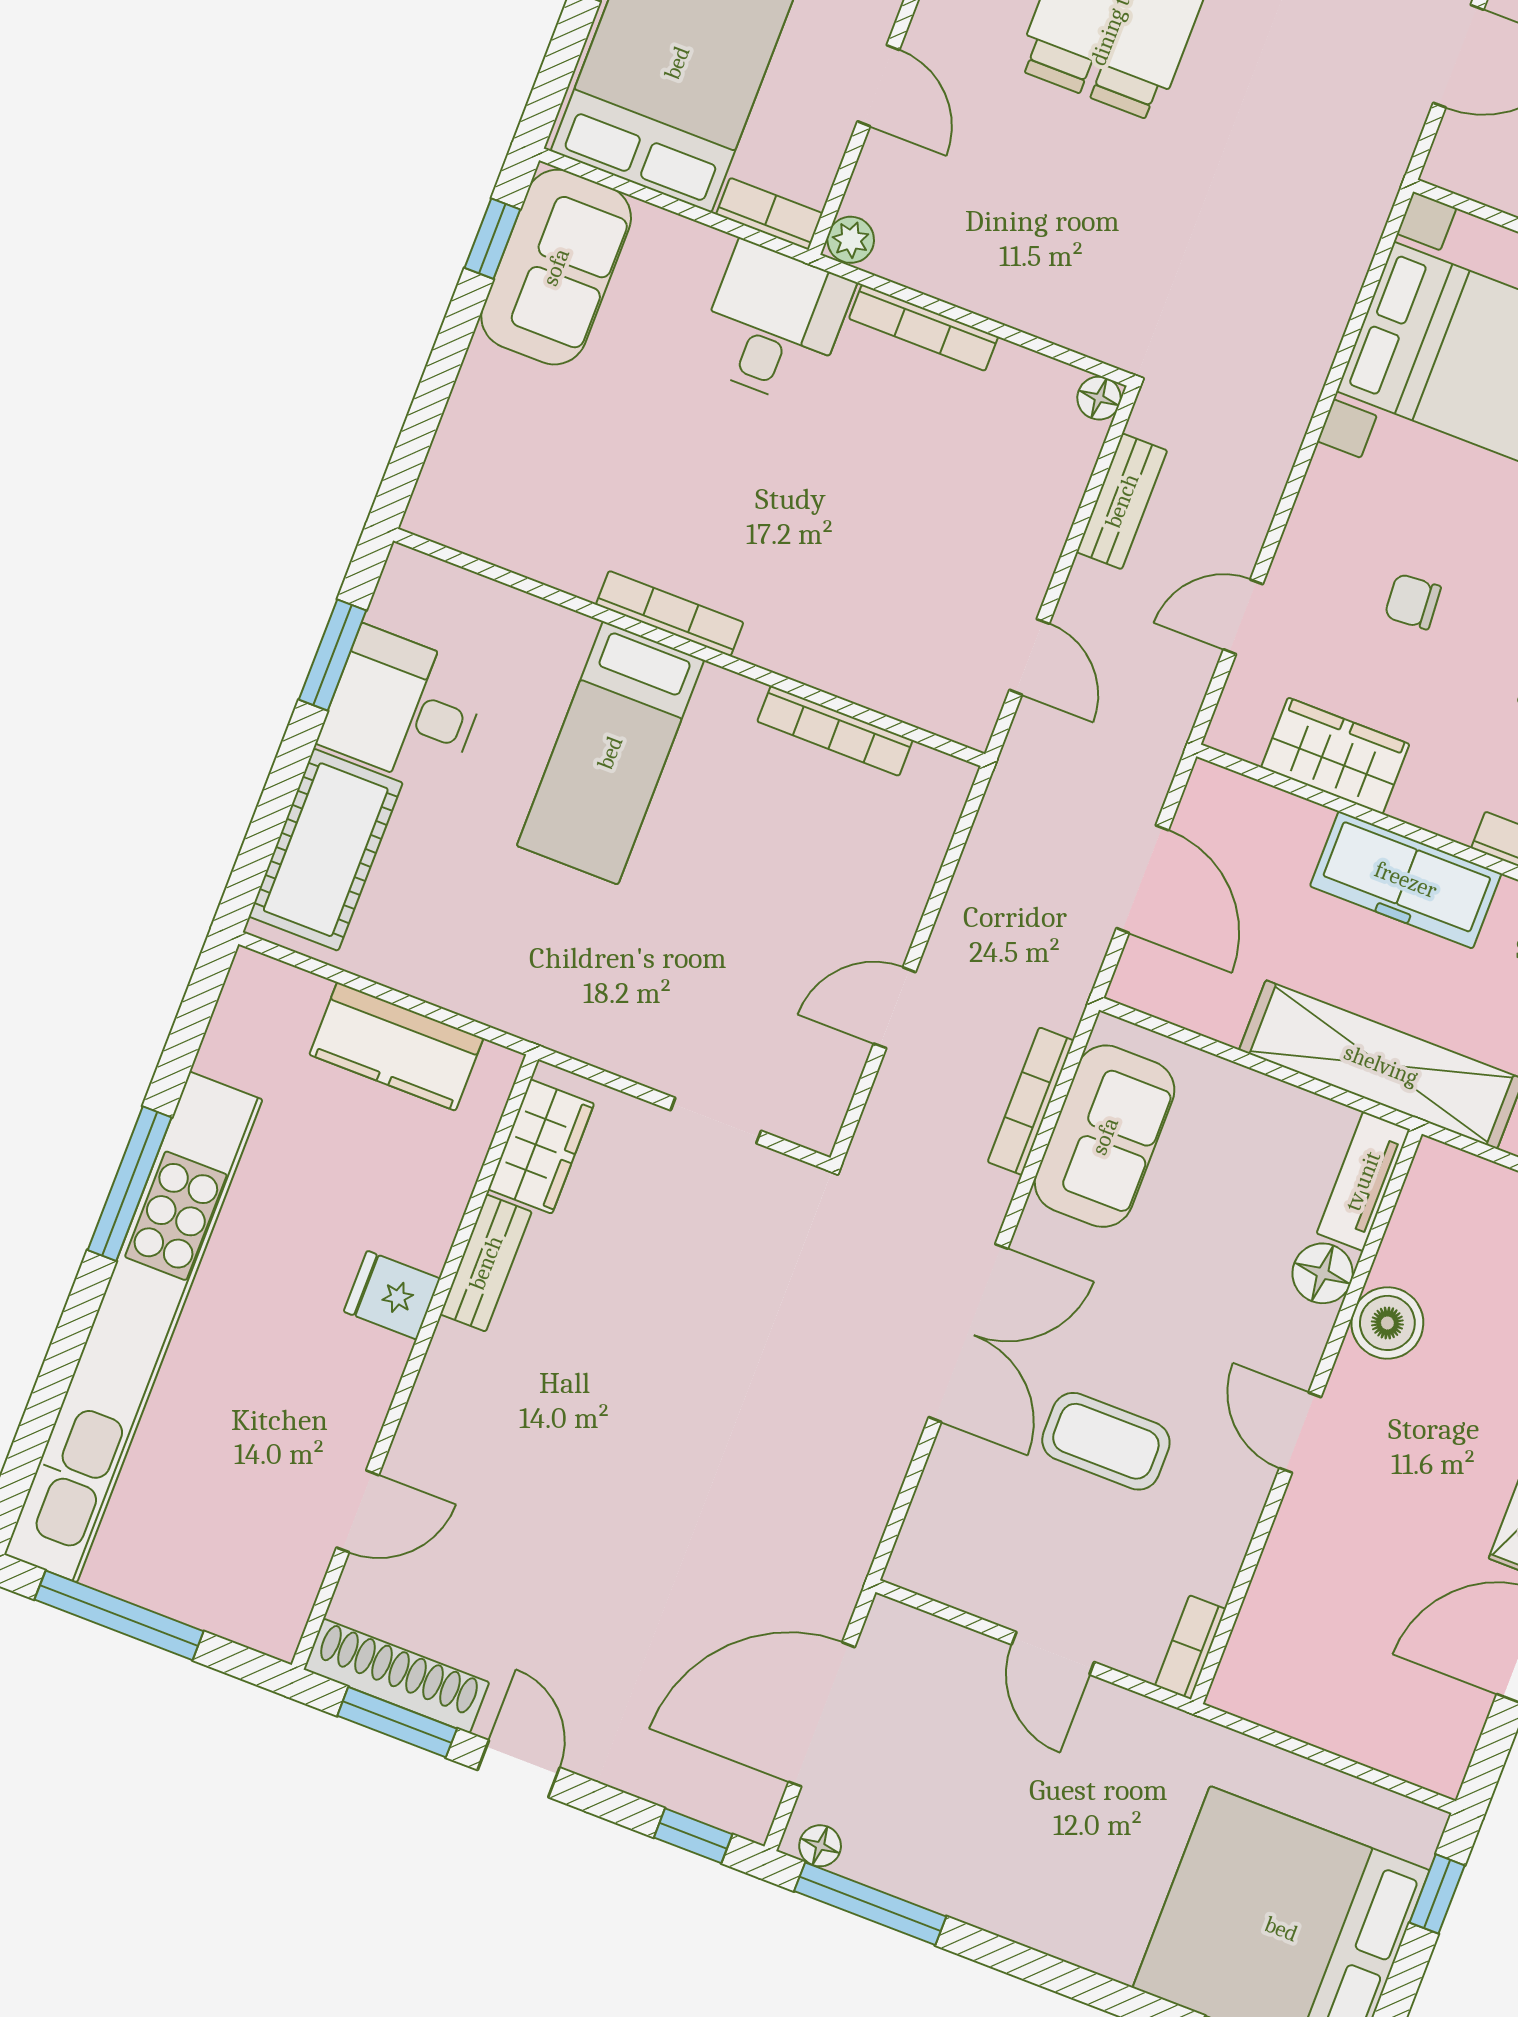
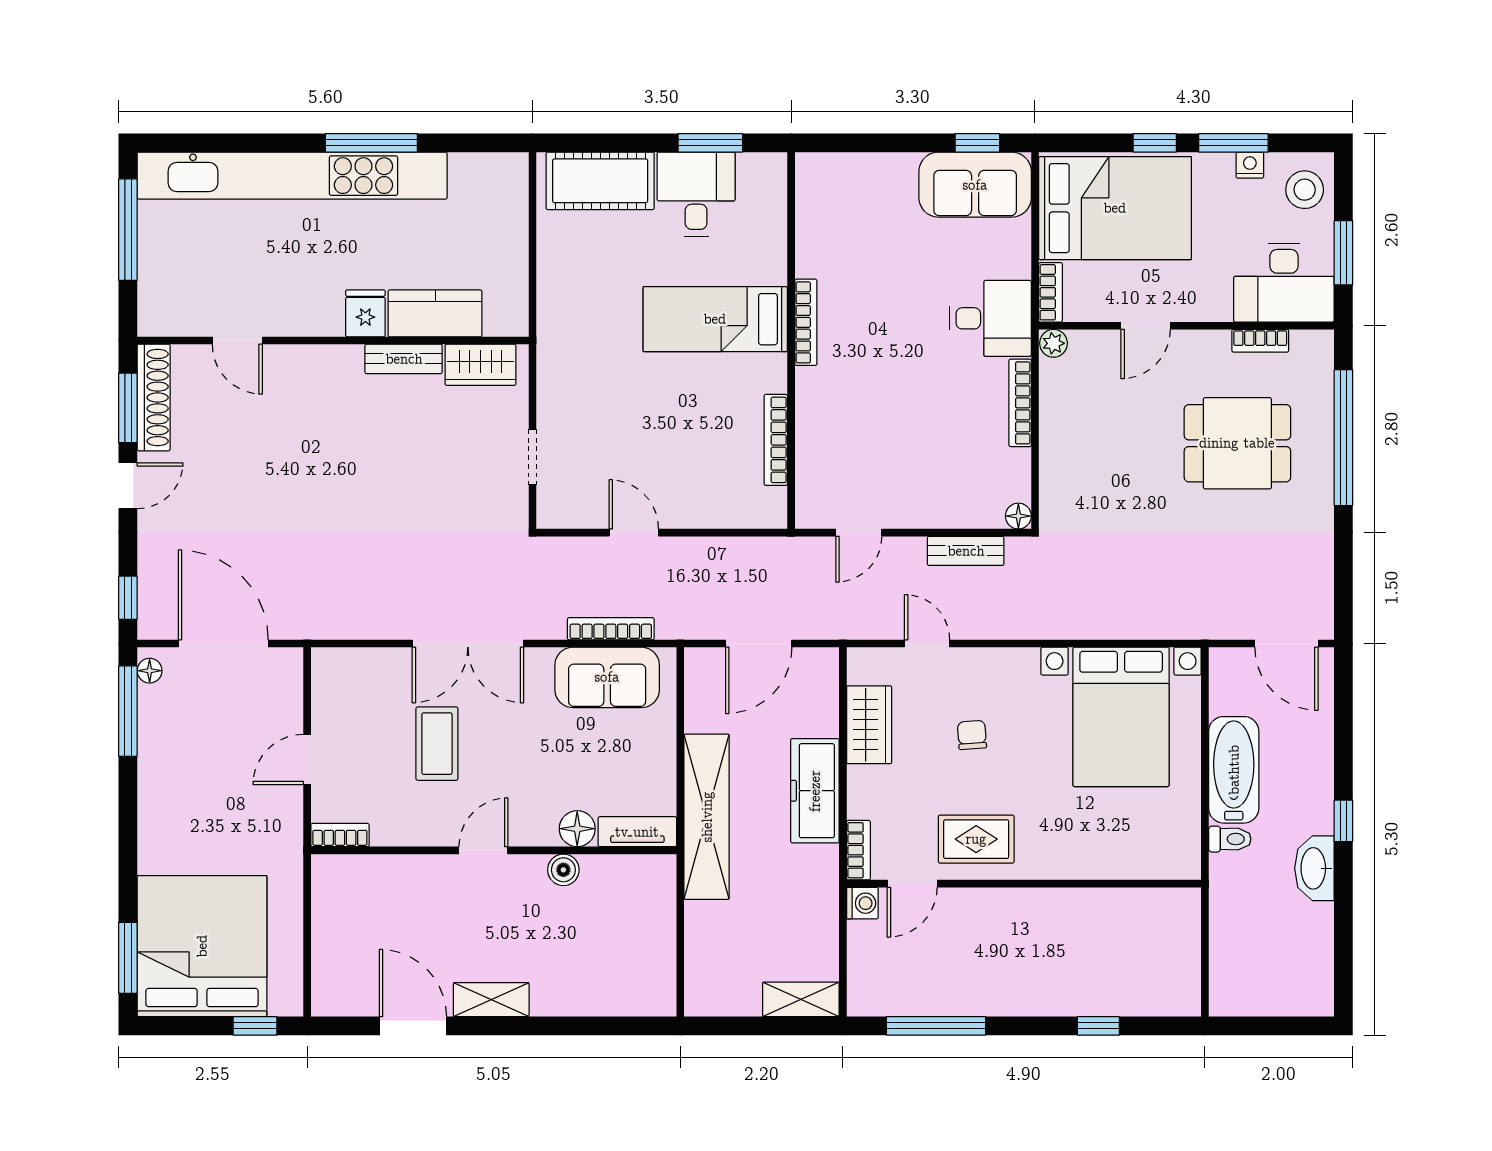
kitchen counter: (396, 1046) -> (435, 313), moved, turned 90
boiler: (1387, 1323) -> (563, 870), width x0.73, depth x0.73

